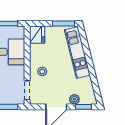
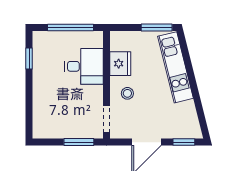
fridge: (37, 35) -> (120, 64), moved
plant: (74, 99) -> (172, 132), removed

